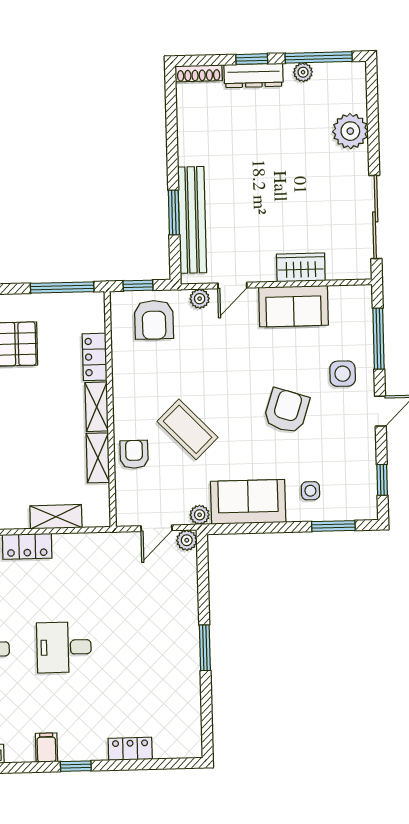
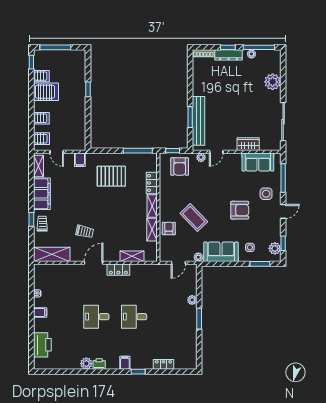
sofa: (294, 306) -> (258, 162), moved
armchair: (286, 411) -> (240, 210), turned 72
plant: (364, 492) -> (275, 248), added
plant: (187, 540) -> (192, 300), moved

